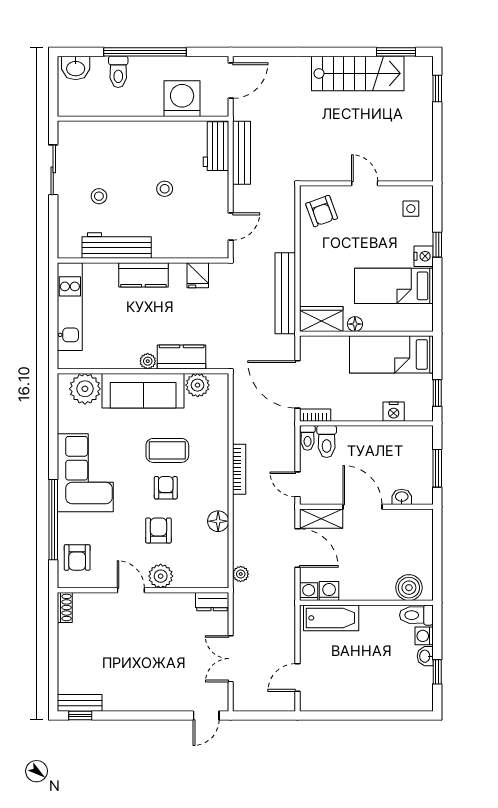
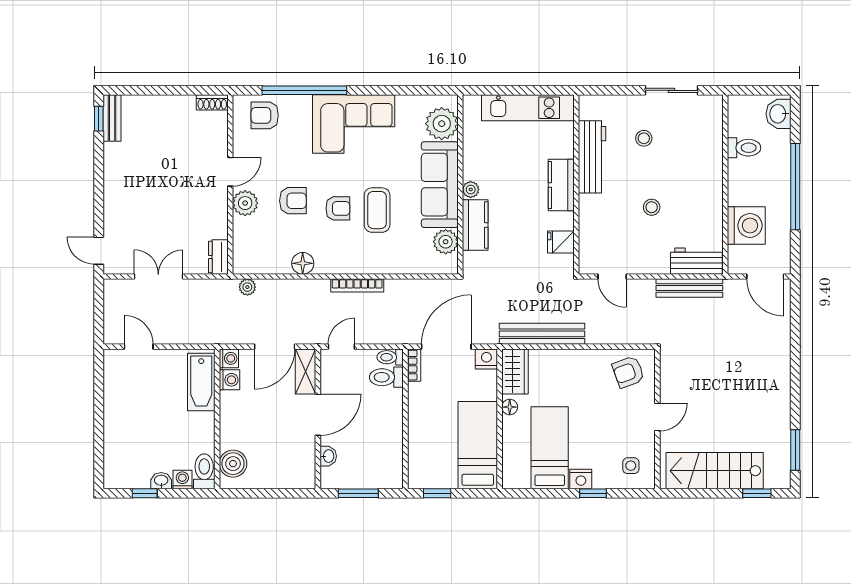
toilet: (118, 72) -> (744, 148), moved, turned 180
stairs: (358, 73) -> (715, 471), moved, turned 90
nightstand: (394, 412) -> (486, 359), moved, turned 90

